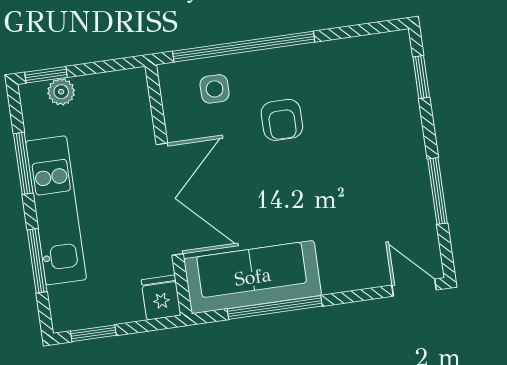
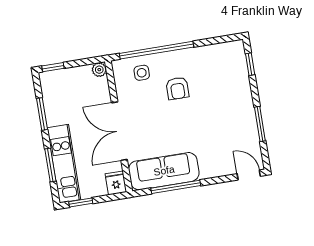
plant: (61, 92) -> (99, 70), moved
double door: (170, 199) -> (119, 131), swing flipped
kitchen unit: (56, 210) -> (64, 164), moved

